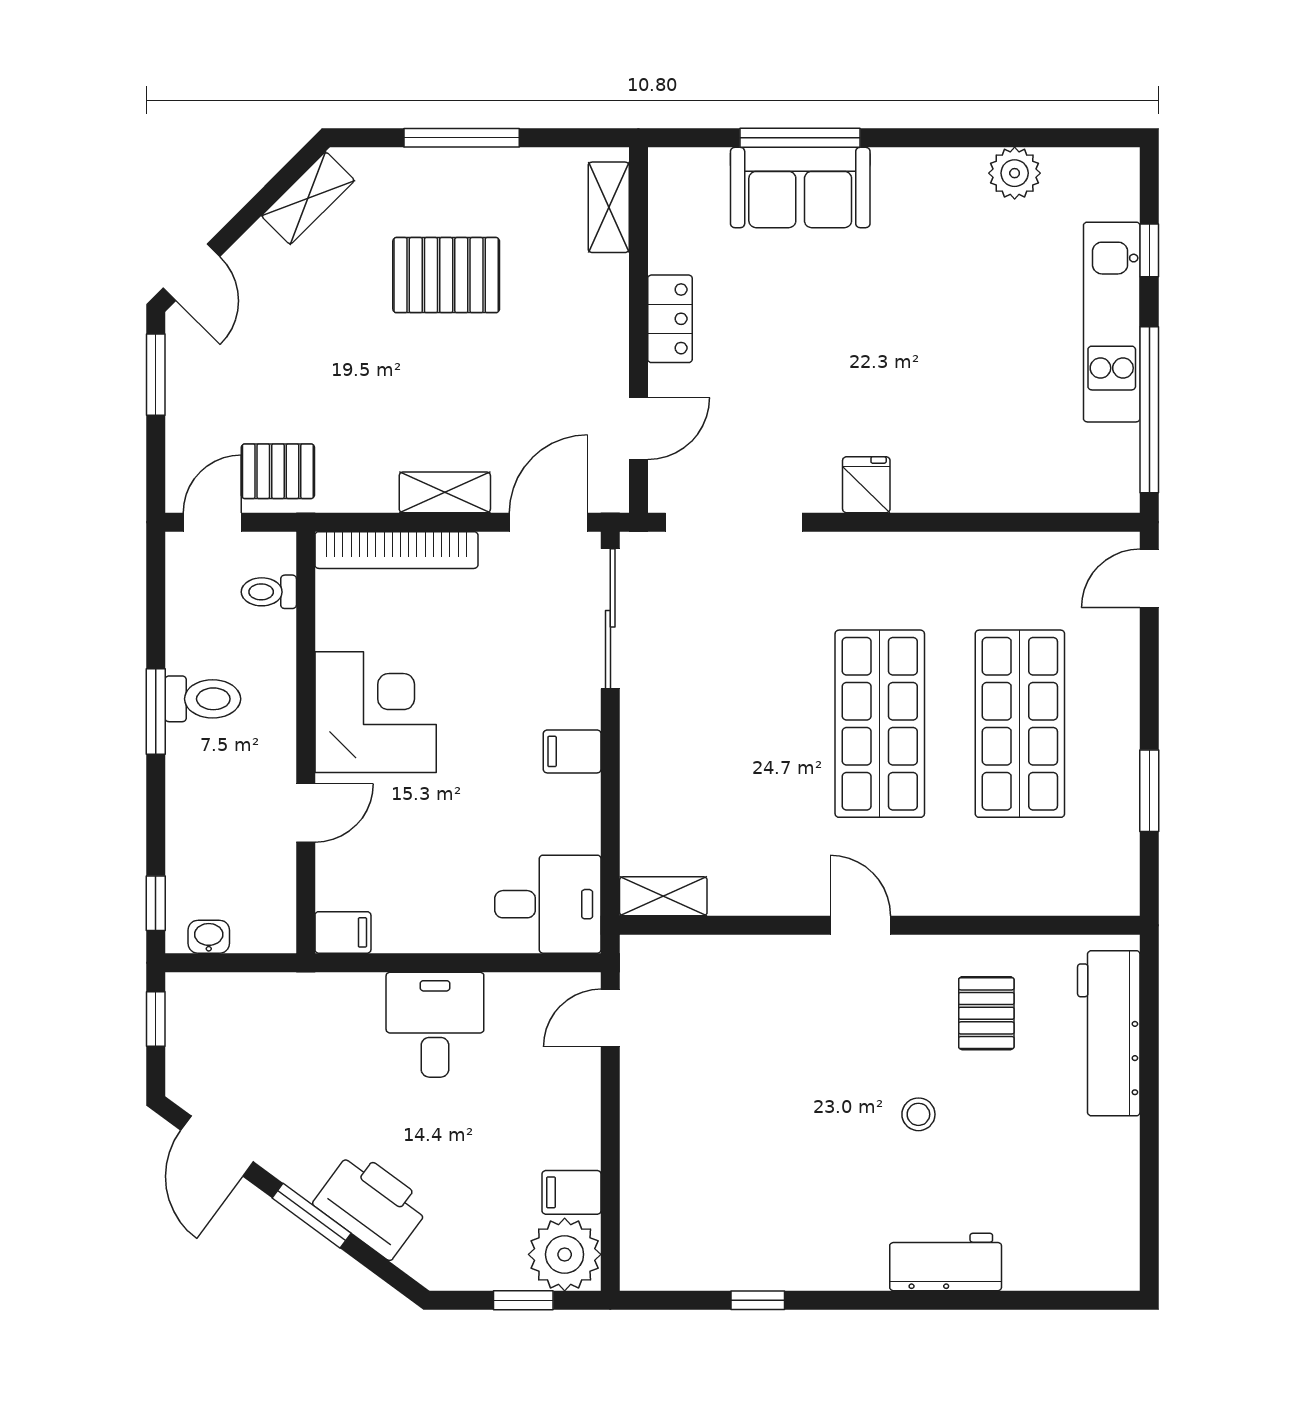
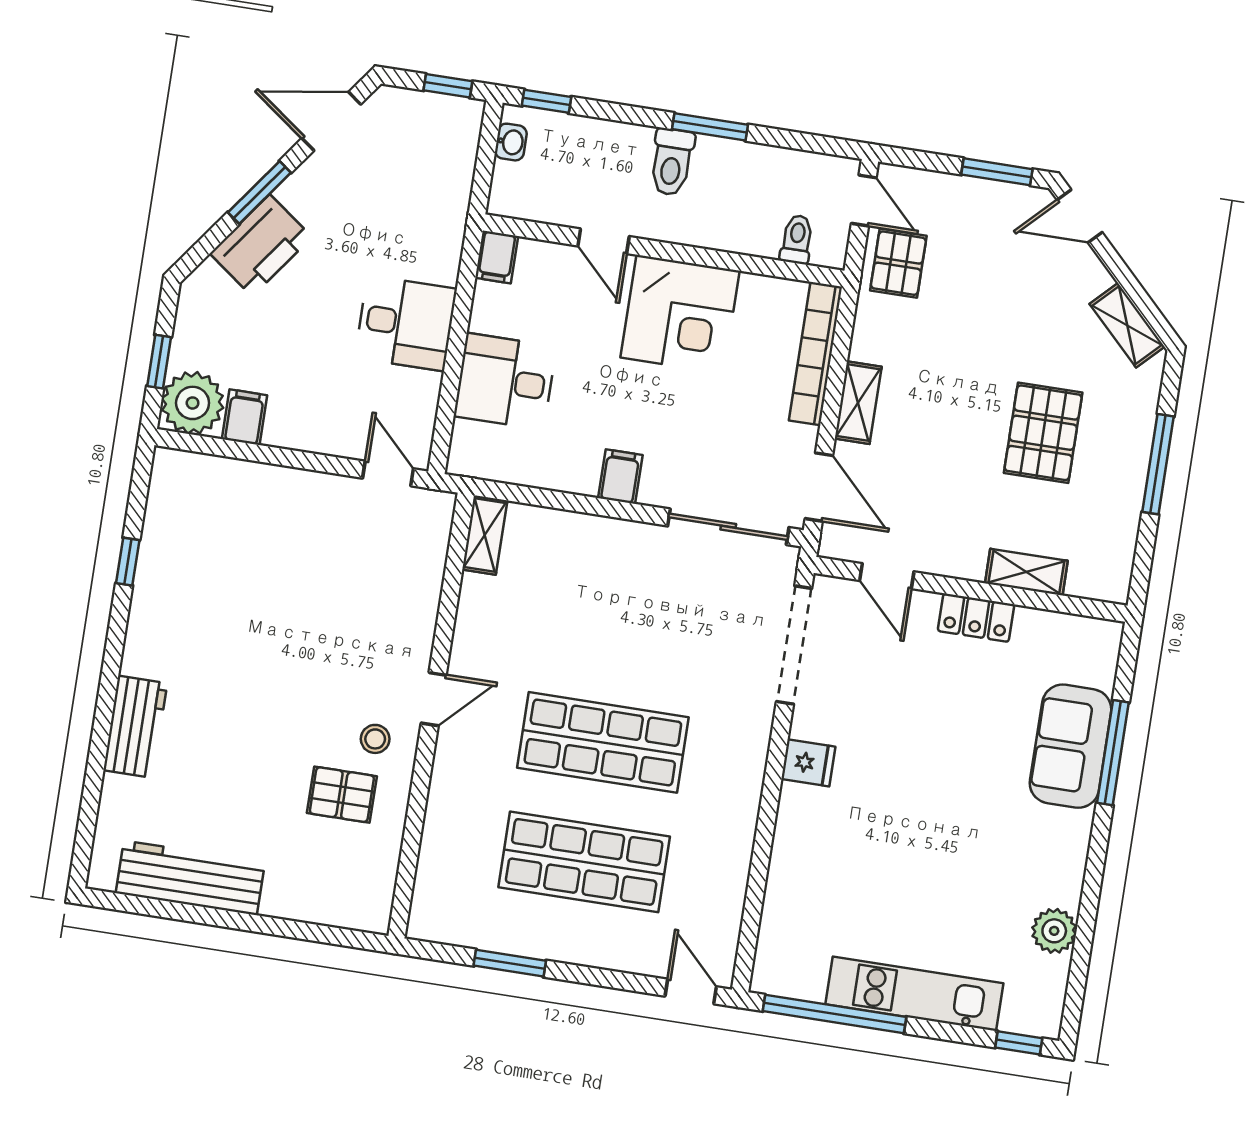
shelving: (609, 207) -> (1026, 572), moved
window: (1149, 250) -> (1019, 1043), moved
toilet: (203, 699) -> (672, 162), moved
desk: (548, 904) -> (505, 381), moved, turned 90
workbench: (1109, 1033) -> (190, 878), moved
stool: (918, 1114) -> (375, 739), moved

